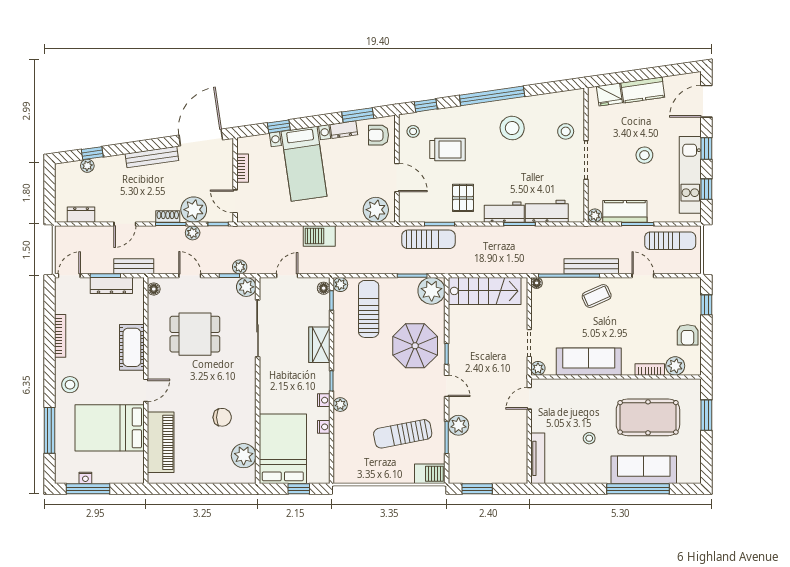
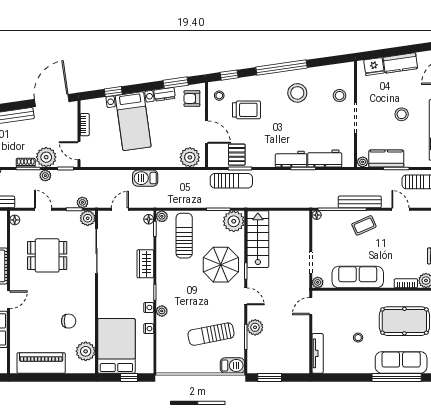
pallet: (463, 198) -> (237, 155), moved
stairs: (485, 291) -> (258, 239), moved, turned -90
piano: (161, 442) -> (41, 363), moved, turned -90

